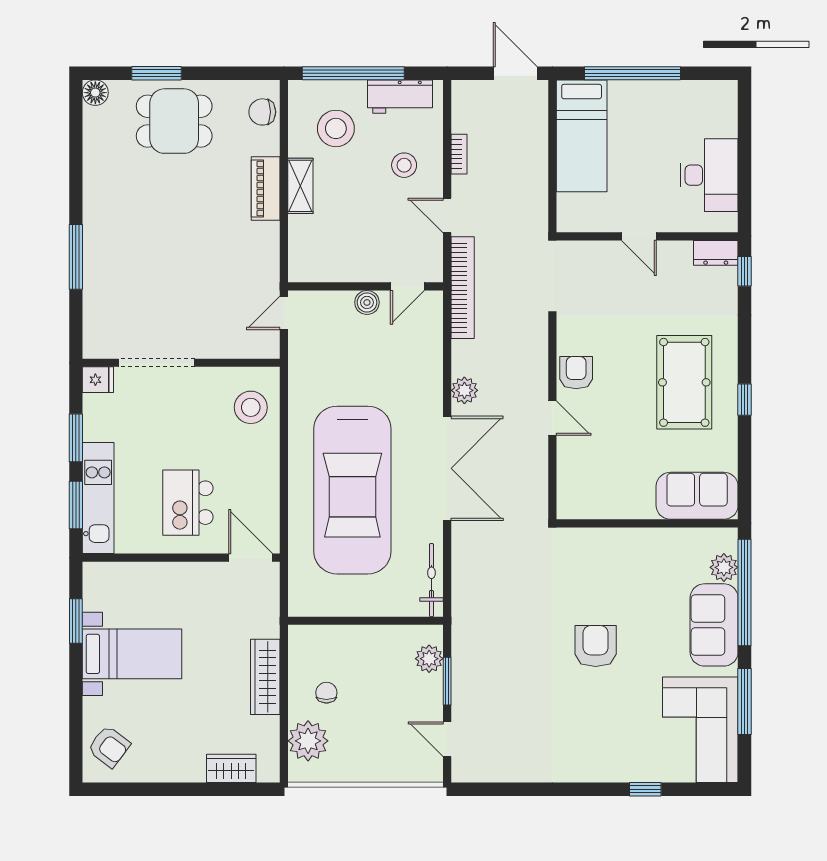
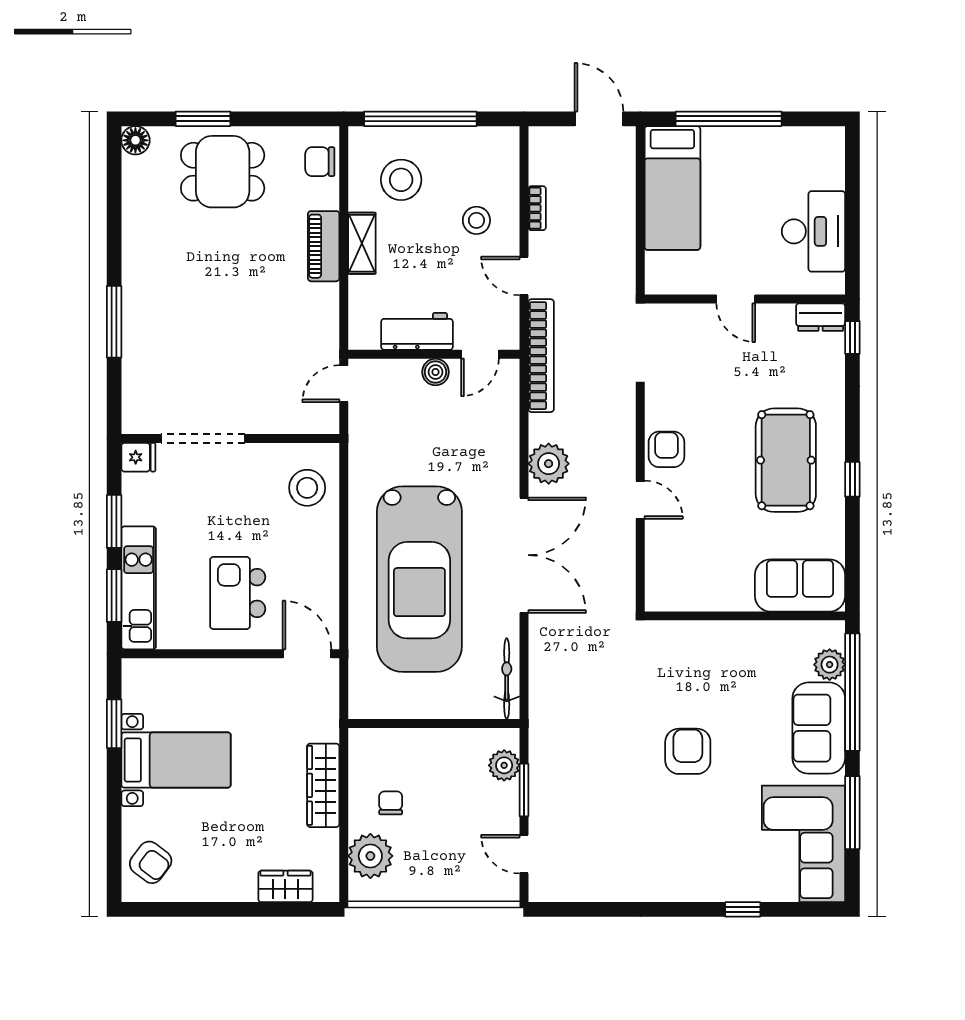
workbench: (400, 97) -> (417, 331), moved, turned 180
plant: (464, 390) -> (549, 464), width x1.36, depth x1.36

